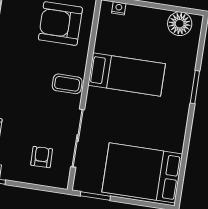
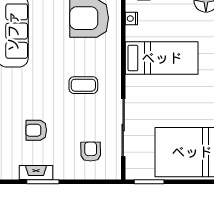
nightstand: (102, 30) -> (131, 19), added
coffee table: (67, 84) -> (83, 85), moved

